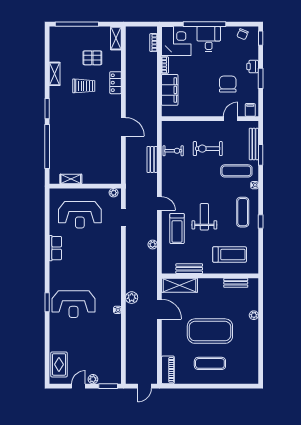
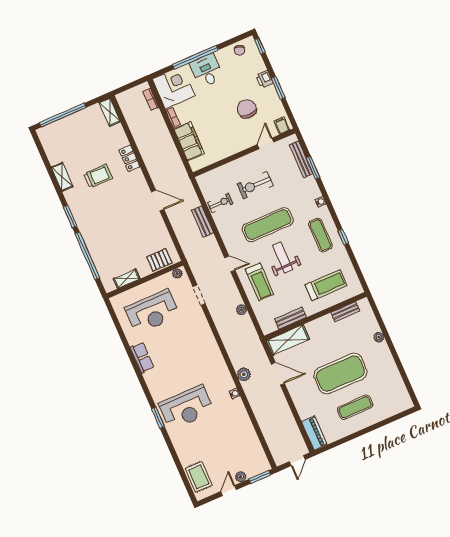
pallet: (92, 58) -> (159, 260), moved
exercise mat: (236, 171) -> (268, 225), moved, width x1.36, depth x1.45

